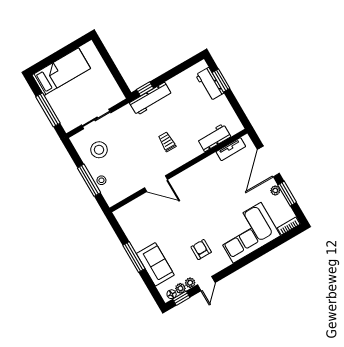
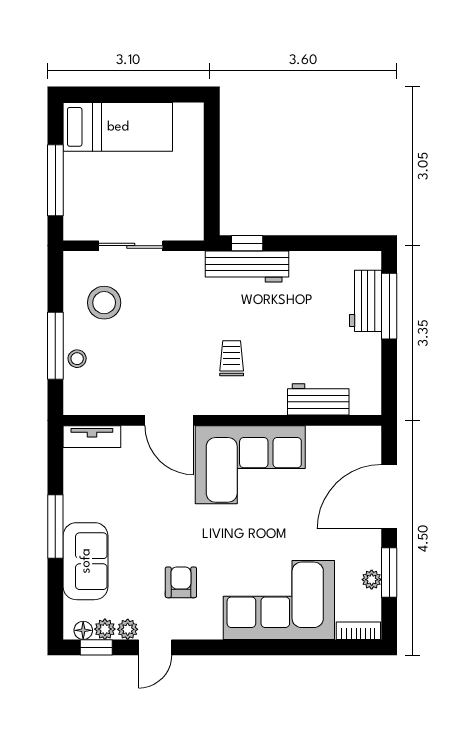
window: (221, 80) -> (389, 306), width x1.44
tv unit: (231, 149) -> (92, 437), moved
corner sofa: (201, 182) -> (250, 465), added
plant: (275, 191) -> (372, 580), moved

